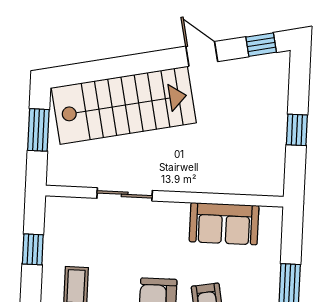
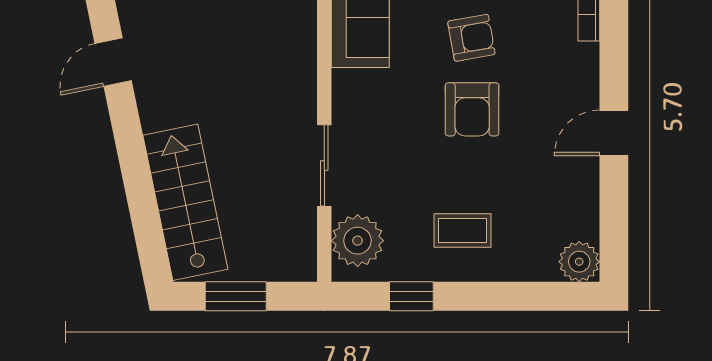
stairs: (124, 105) -> (185, 202), width x0.73, depth x0.66
plant: (72, 215) -> (358, 241), added

